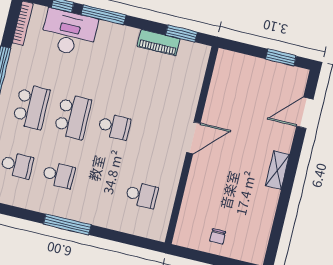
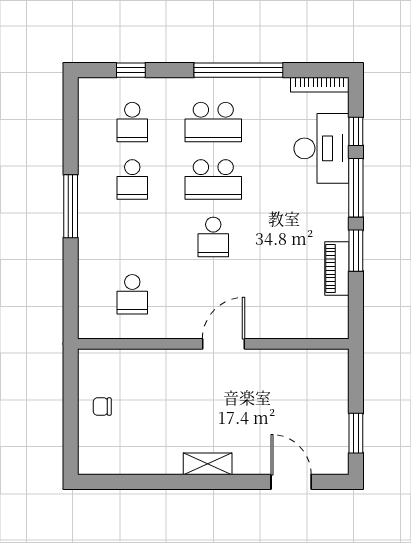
window: (181, 34) -> (356, 251), moved
door: (193, 138) -> (223, 344), swing flipped

